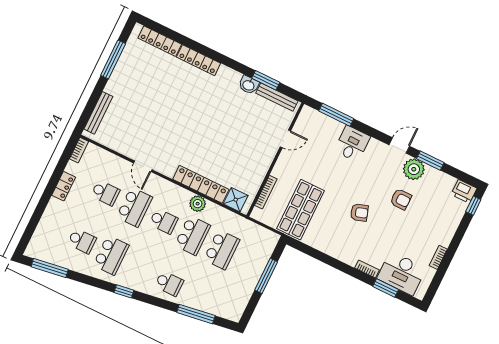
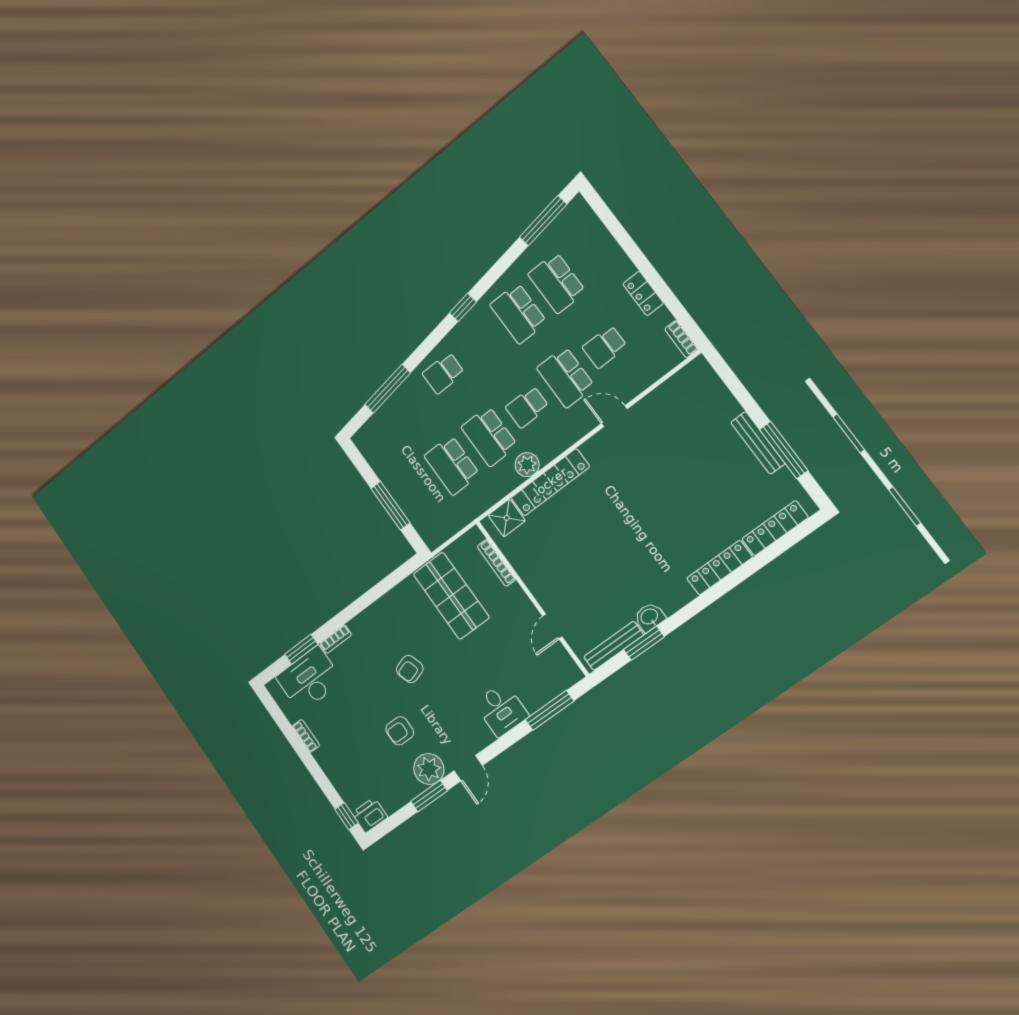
bench: (98, 113) -> (758, 443), moved
school desk: (82, 241) -> (557, 283), width x1.85

